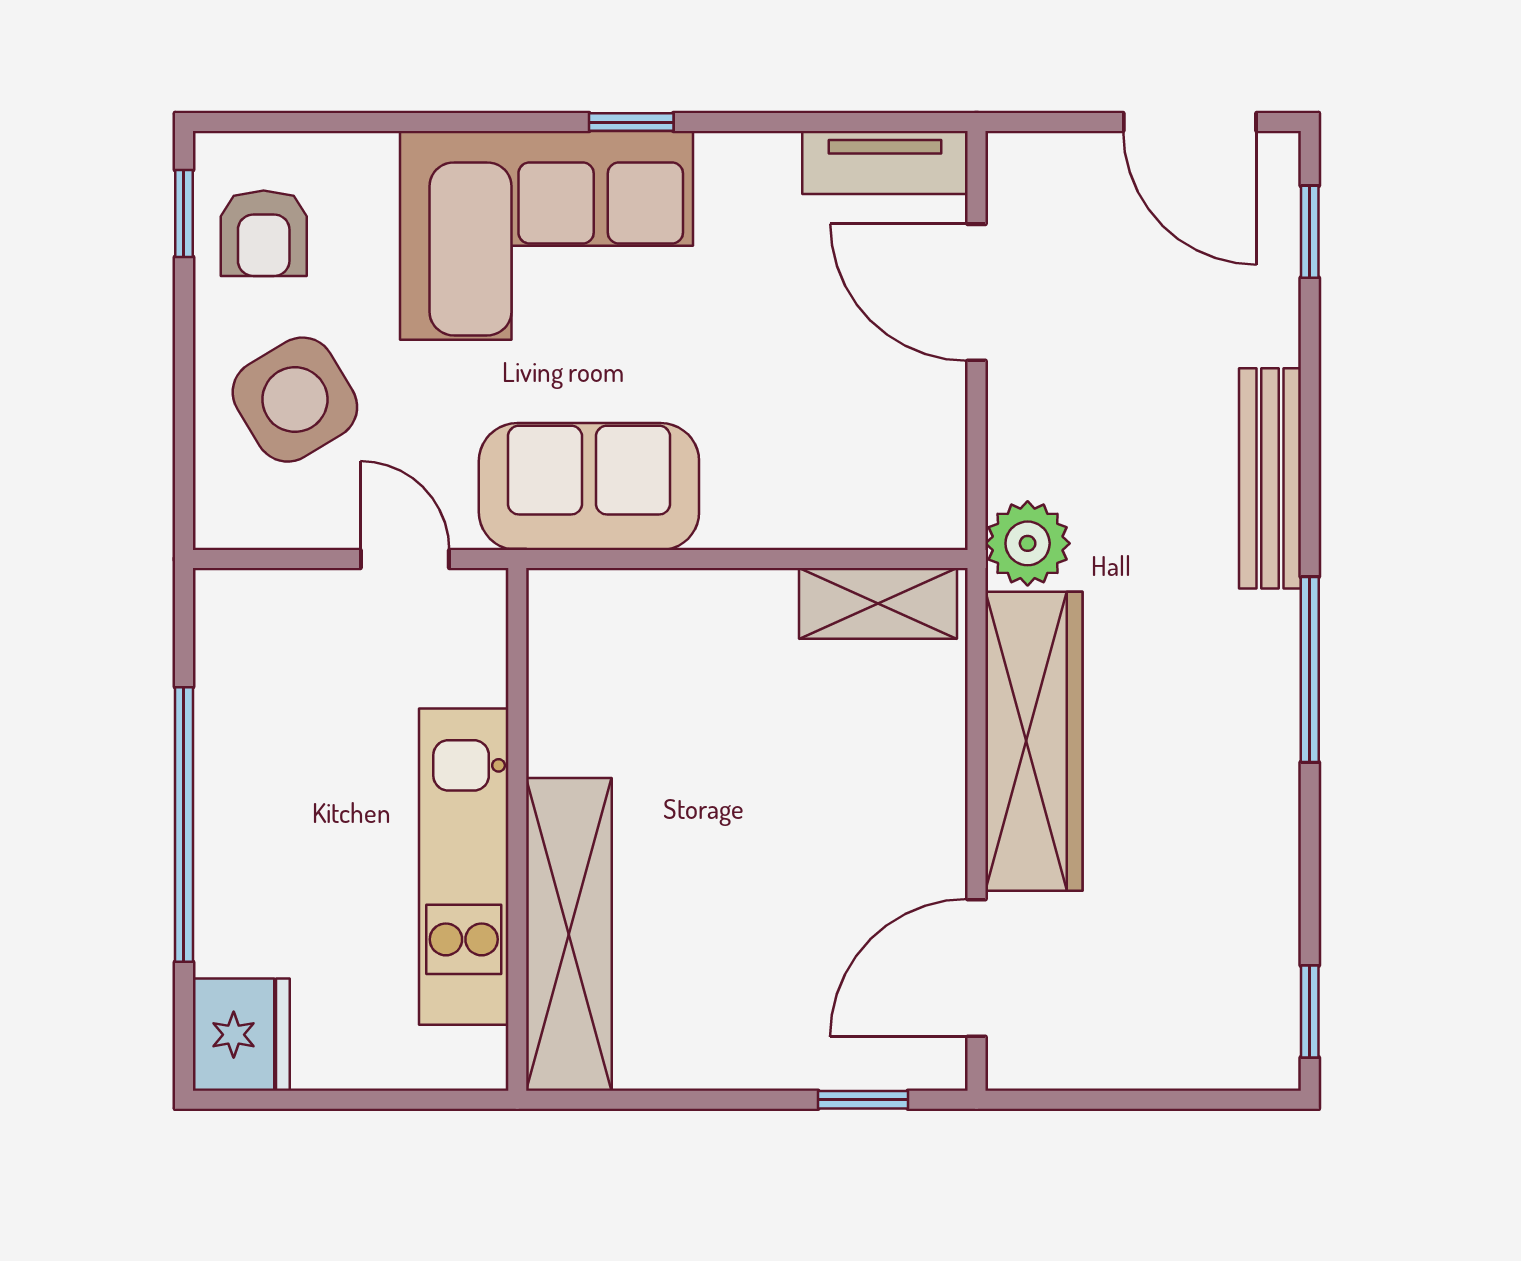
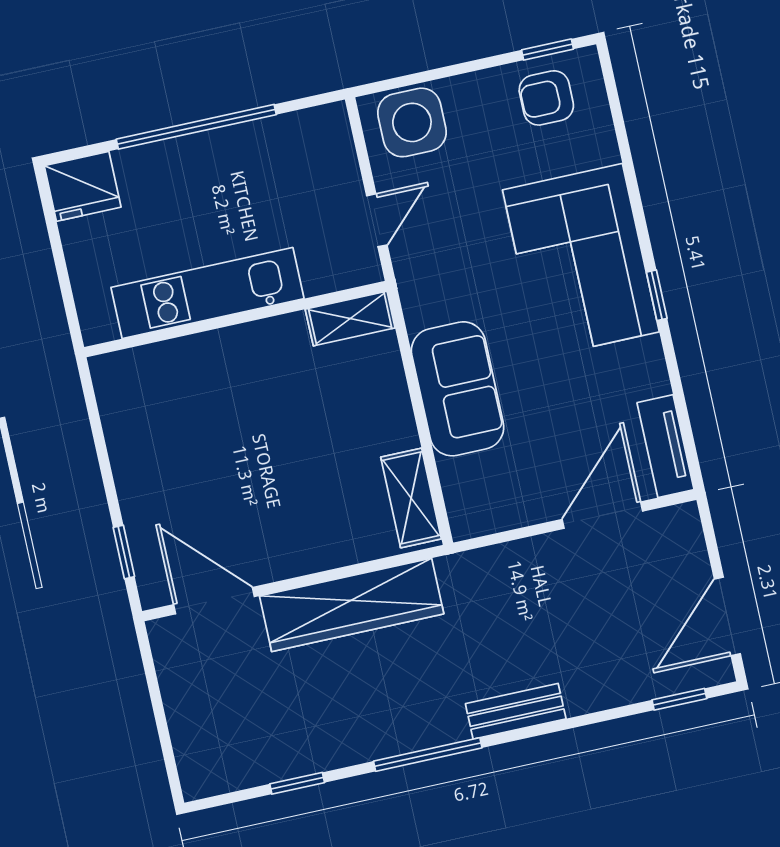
side table: (295, 400) -> (412, 122), moved, turned 31
bench: (1270, 478) -> (516, 711), width x0.73
sofa: (589, 487) -> (458, 389), moved
plant: (1028, 543) -> (465, 576), removed
shelving: (569, 934) -> (350, 319), moved, width x0.45, depth x0.75
window: (1310, 1012) -> (297, 783), moved

